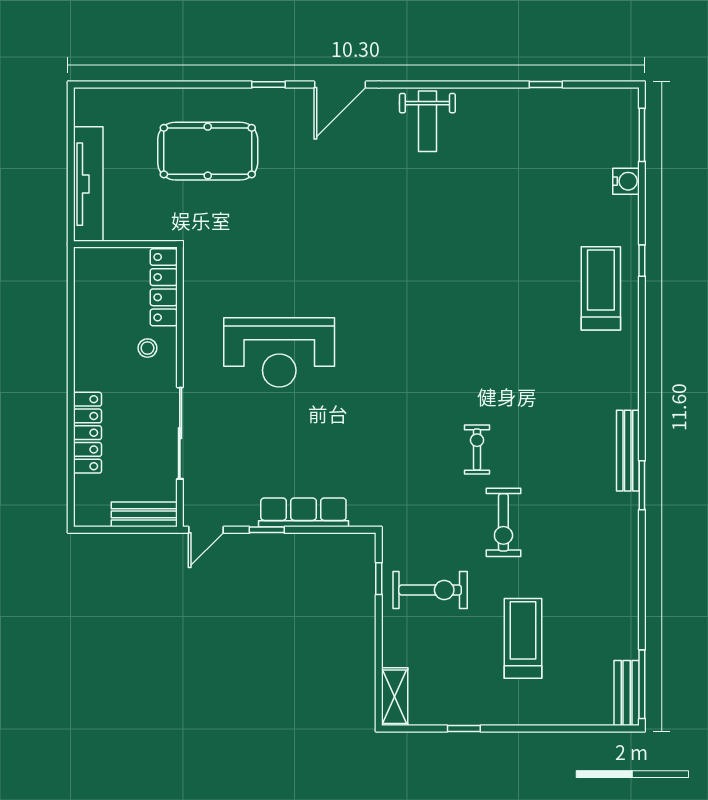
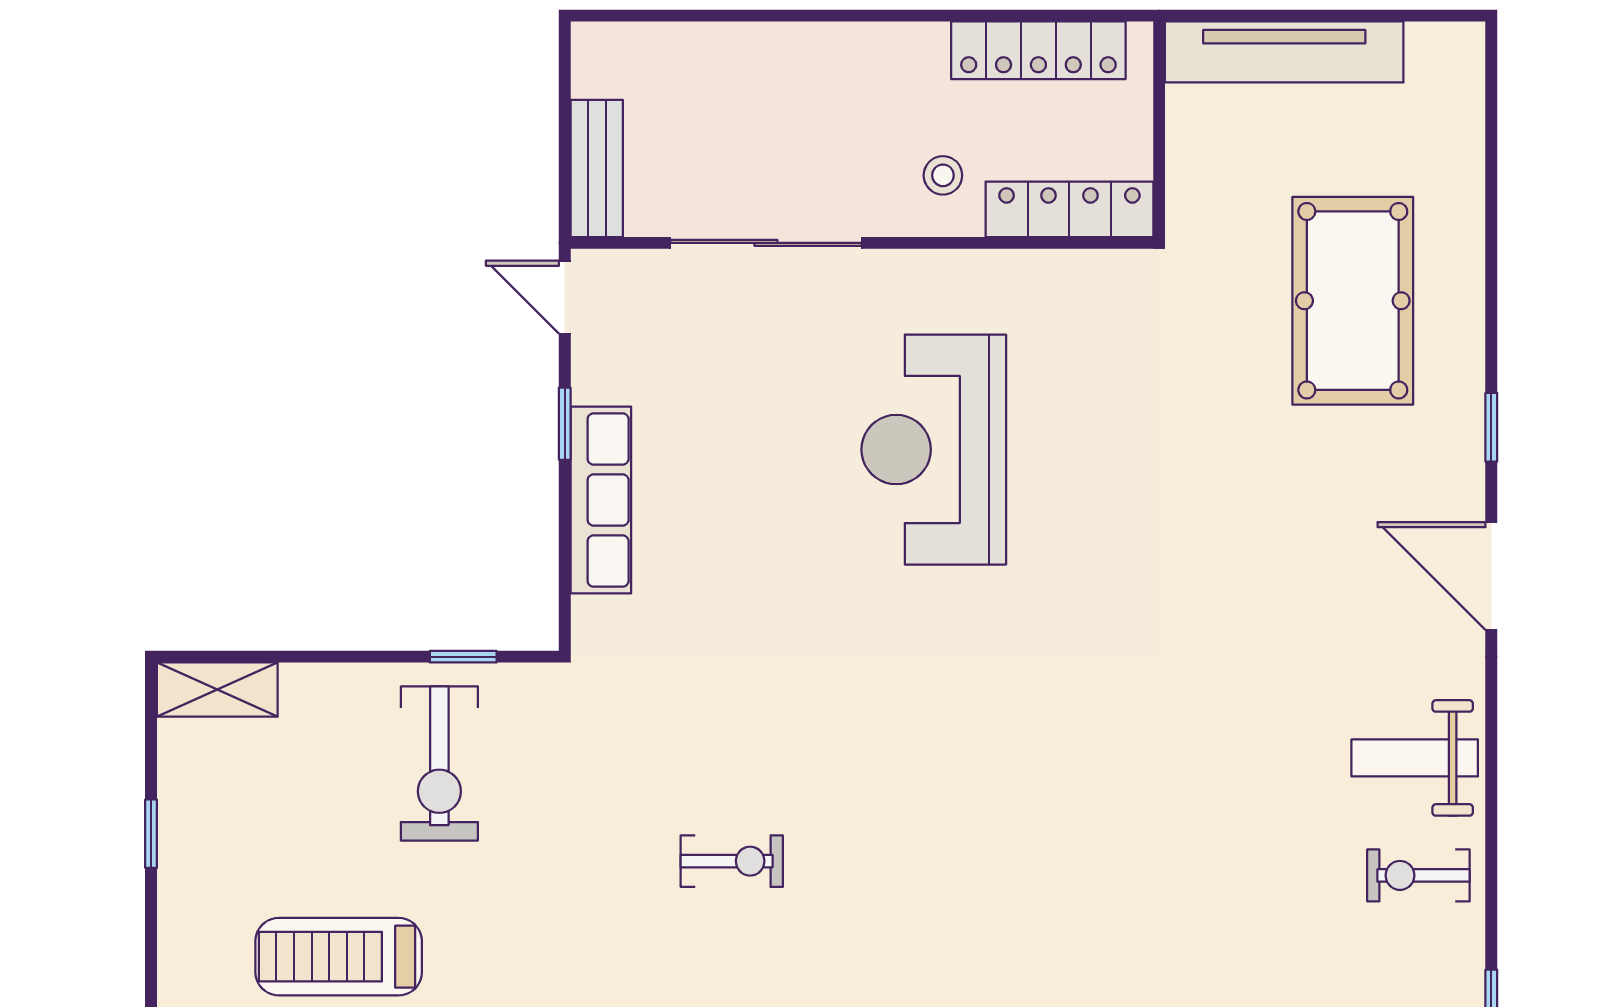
locker: (87, 433) -> (1038, 50), moved
exercise bike: (503, 522) -> (1418, 875), moved, width x0.73, depth x0.72
treadmill: (523, 638) -> (339, 957), turned 180

